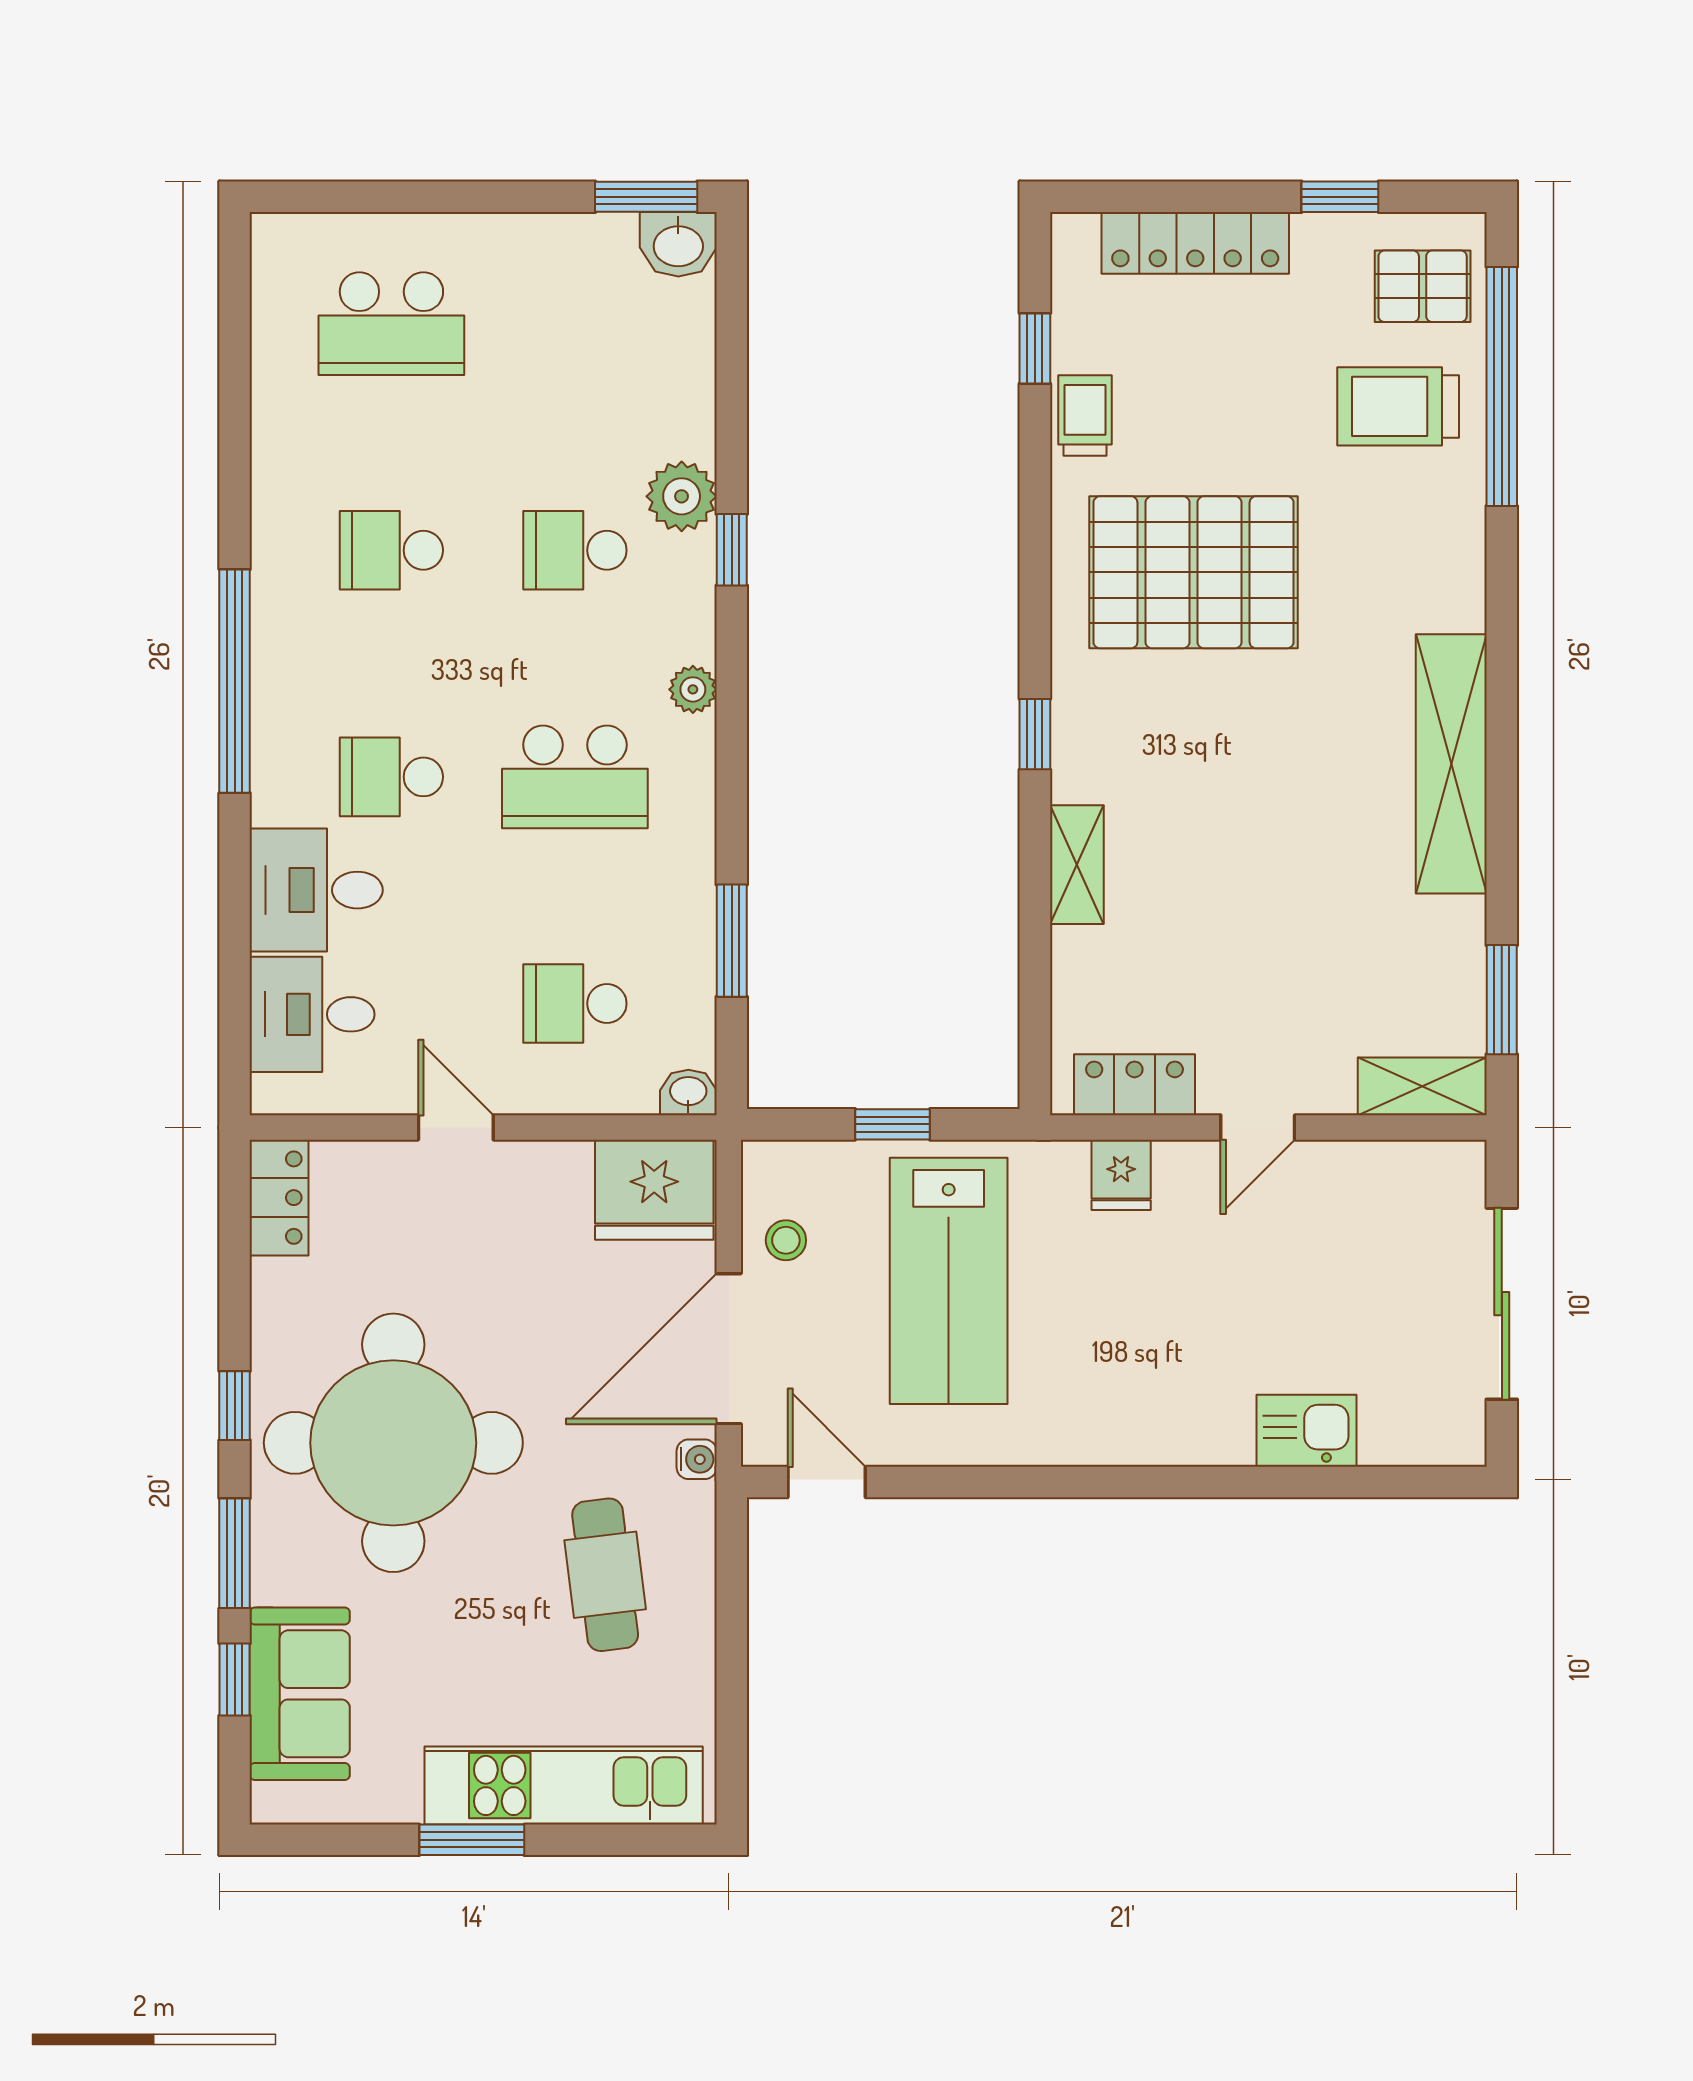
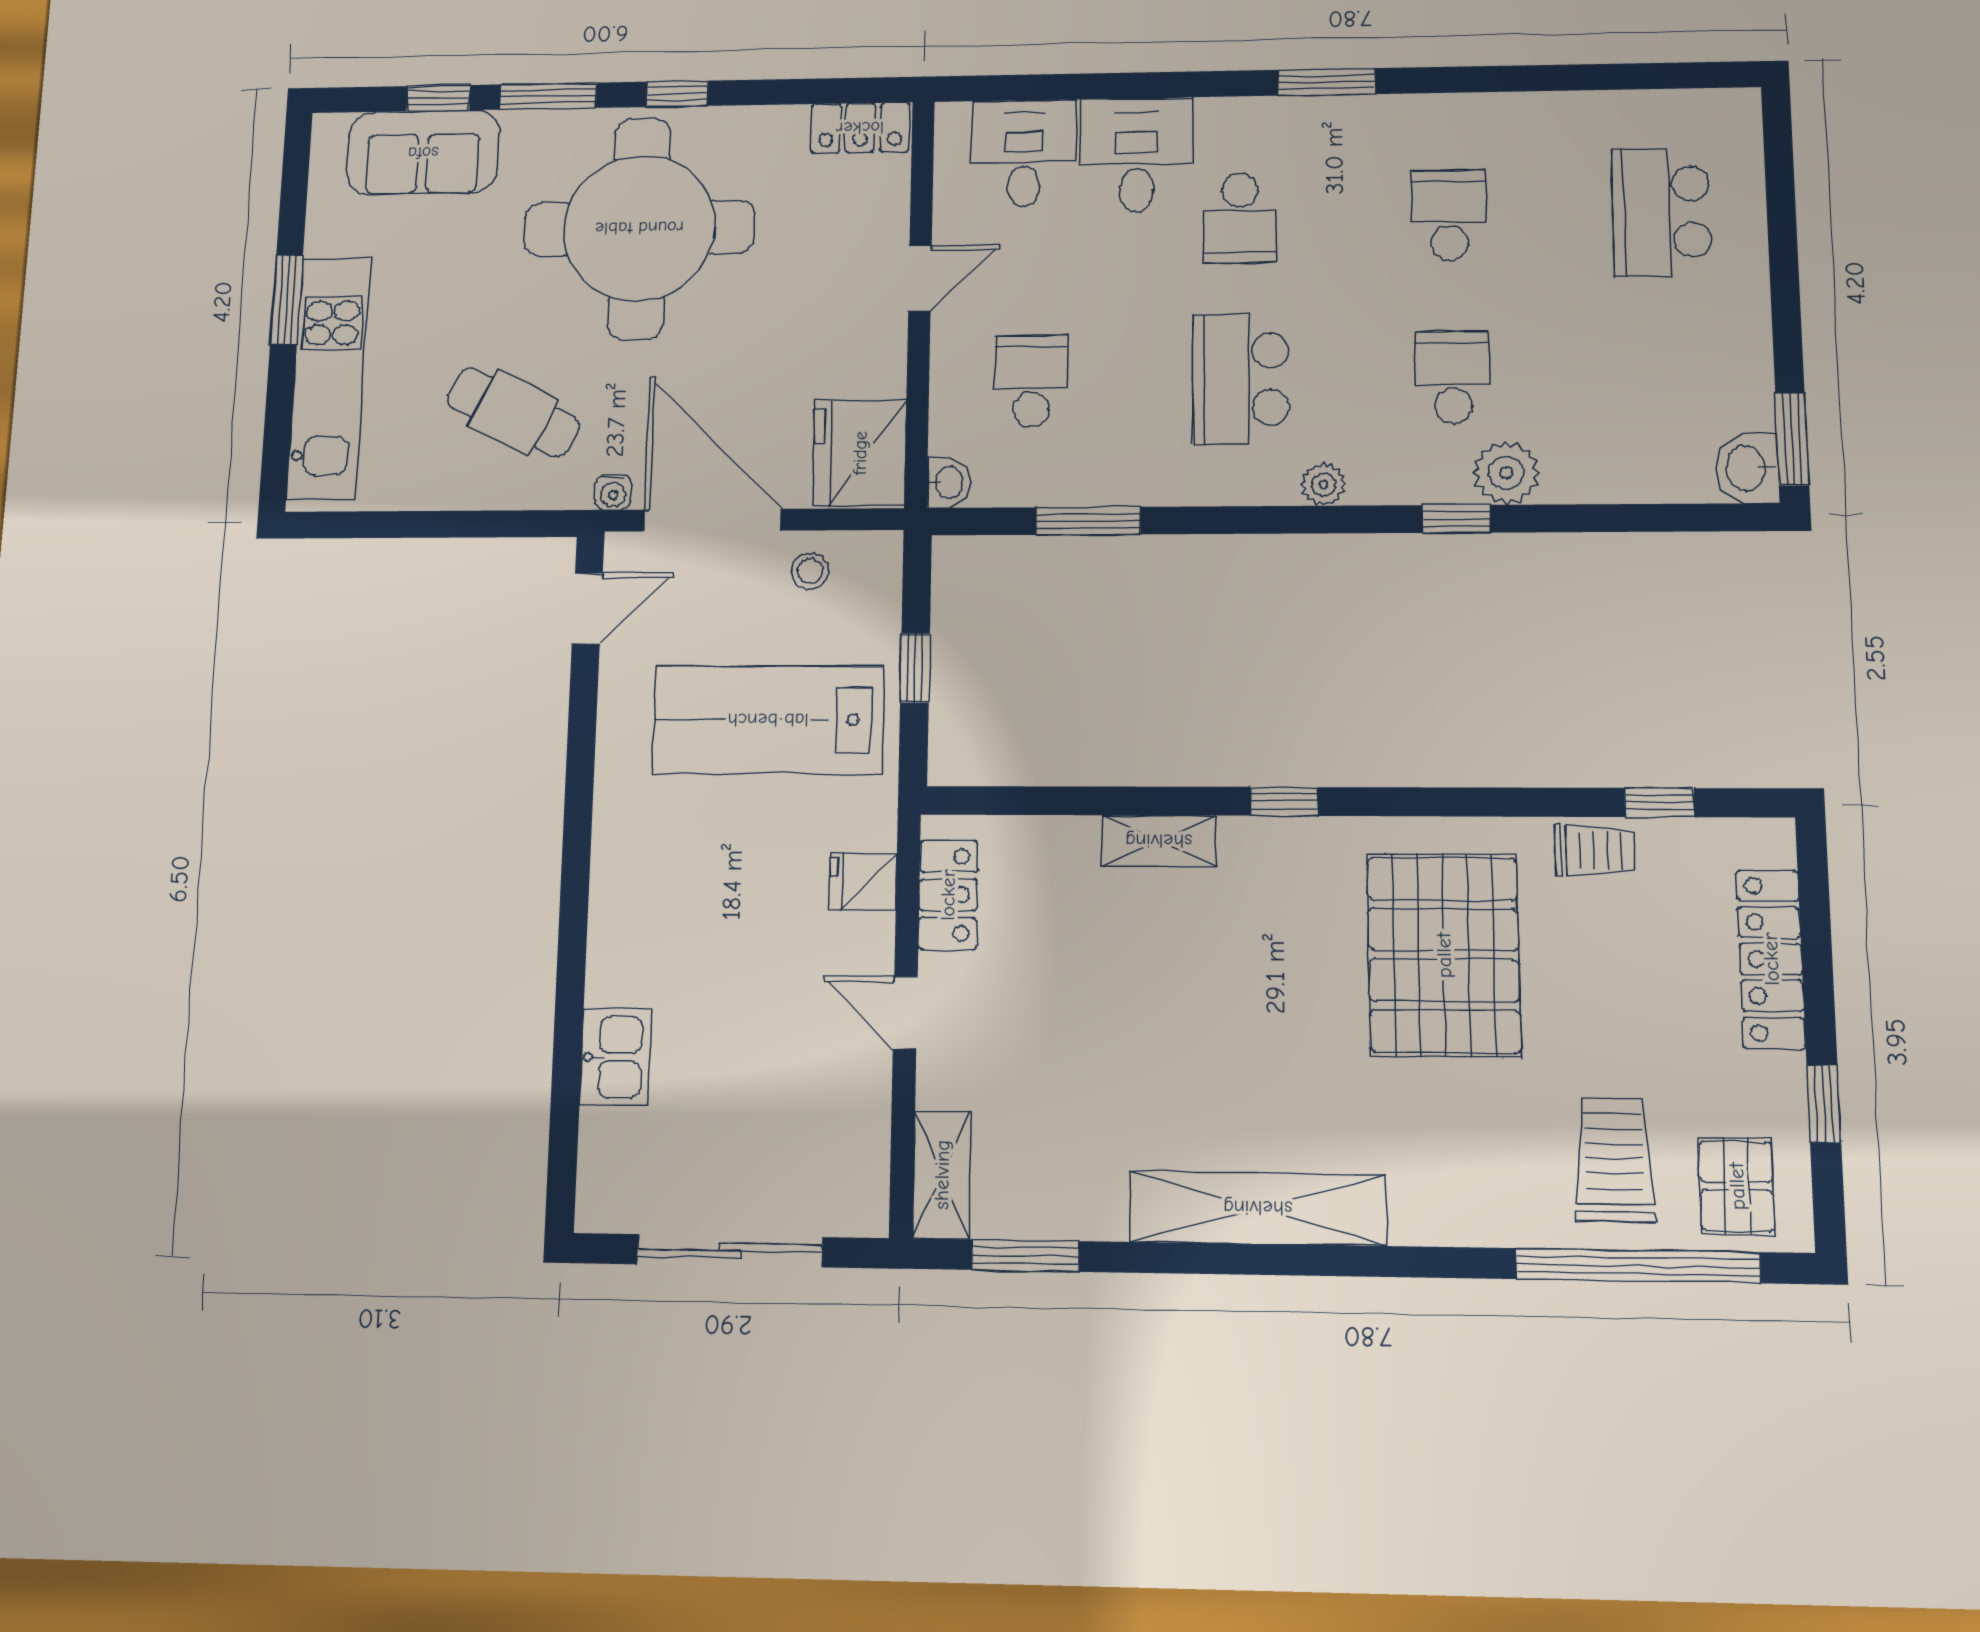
window: (235, 681) -> (1327, 82), width x0.47
school desk: (391, 777) -> (1240, 218), turned 180
cafe table: (605, 1575) -> (513, 412), turned 33

